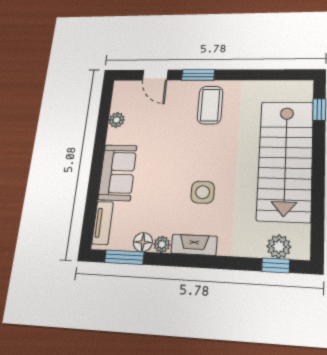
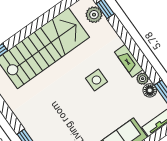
coffee table: (210, 105) -> (42, 118), removed

